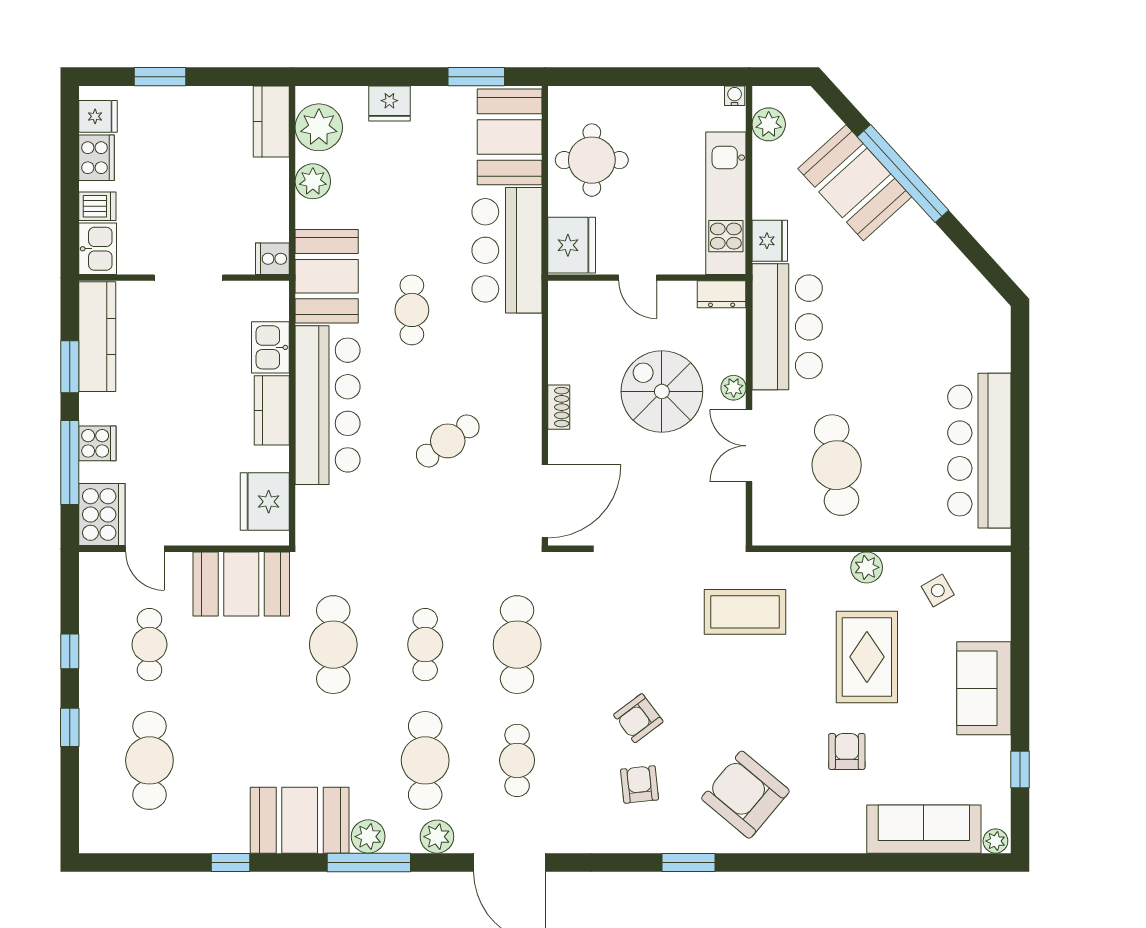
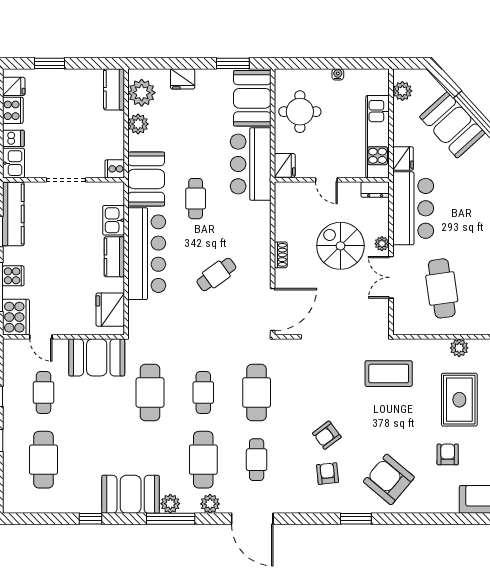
water cooler: (735, 96) -> (338, 74), moved
fridge: (572, 245) -> (285, 165), width x0.73, depth x0.75

